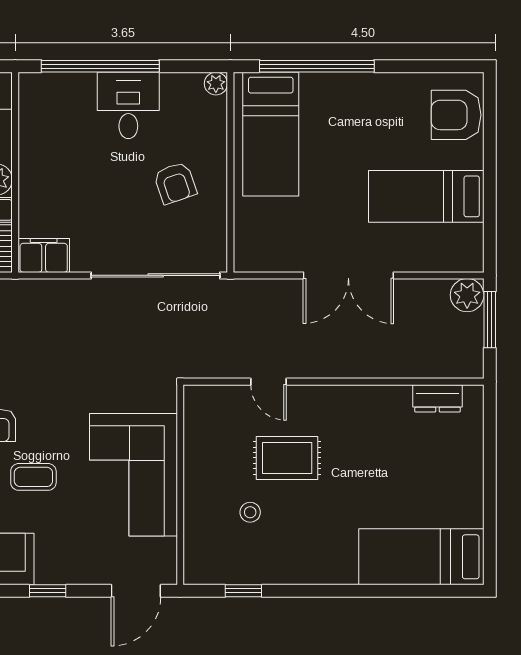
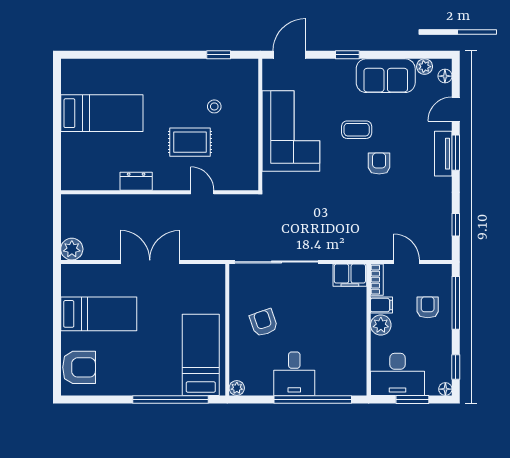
window: (490, 320) -> (57, 233), removed
dresser: (438, 398) -> (136, 181), moved
bed: (421, 557) -> (102, 113), moved

